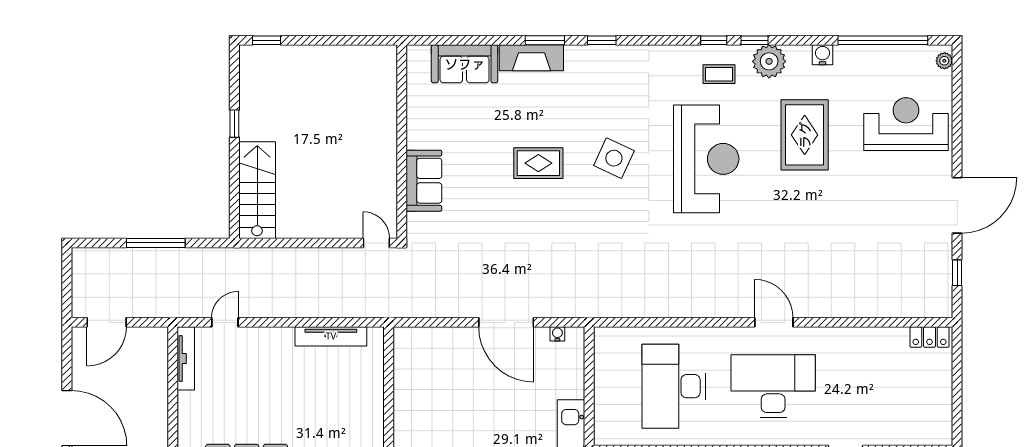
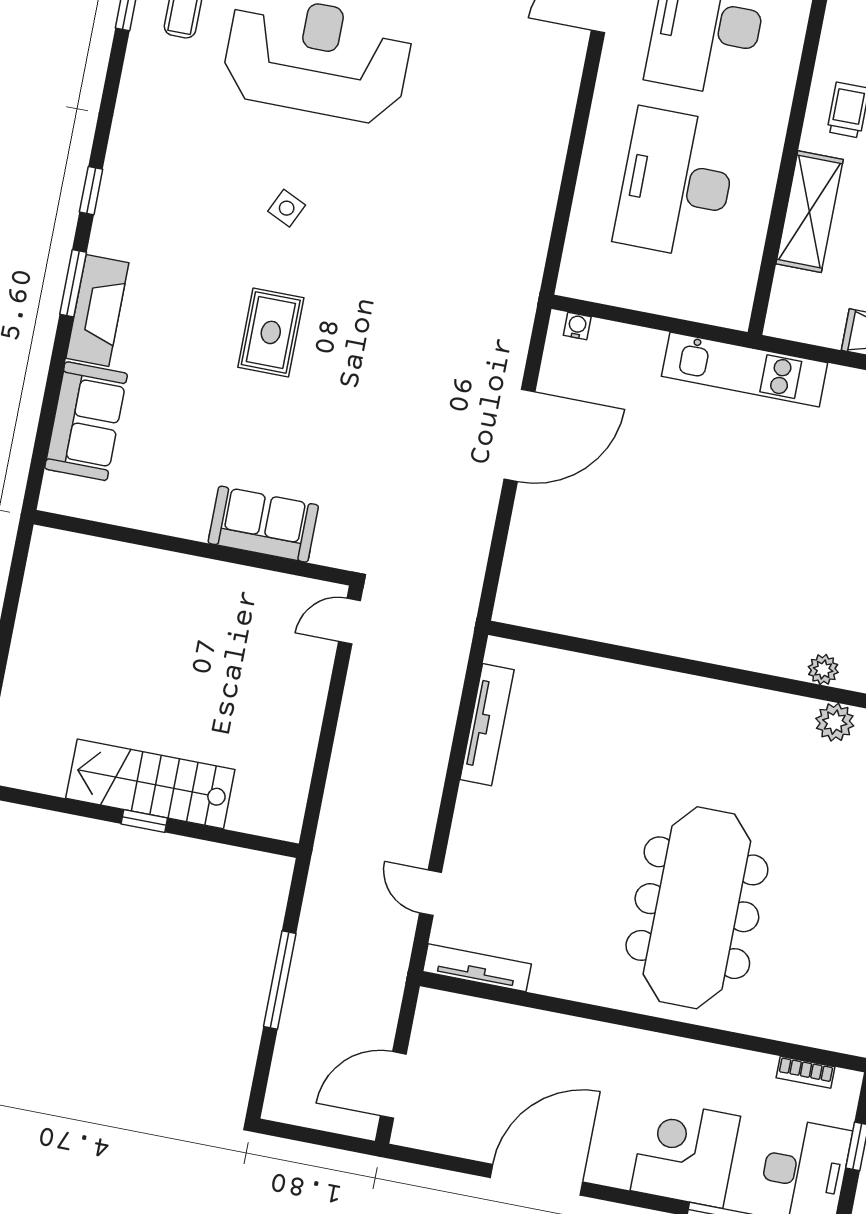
window: (234, 124) -> (144, 821), moved
side table: (614, 158) -> (287, 208), width x0.54, depth x0.54
stairs: (257, 190) -> (150, 784), moved
door: (107, 322) -> (393, 1085), swing flipped
water cooler: (557, 334) -> (577, 326), moved, turned 90
desk: (674, 386) -> (676, 183), turned 90

